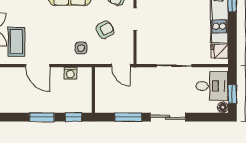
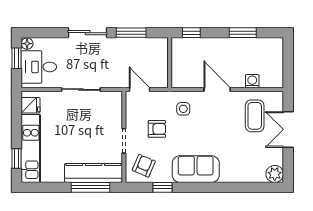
armchair: (105, 30) -> (157, 129), turned -152
door: (38, 66) -> (217, 89), moved
washing machine: (70, 73) -> (252, 81), moved
window: (42, 117) -> (243, 33), moved

